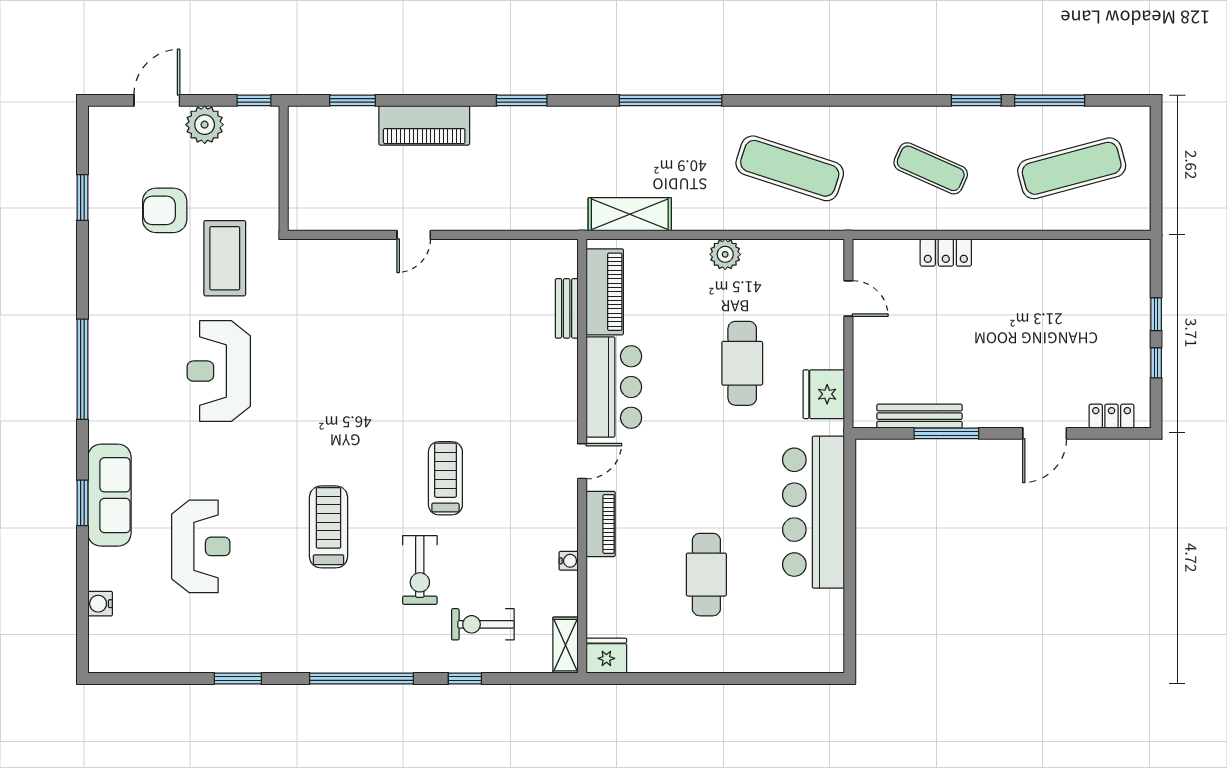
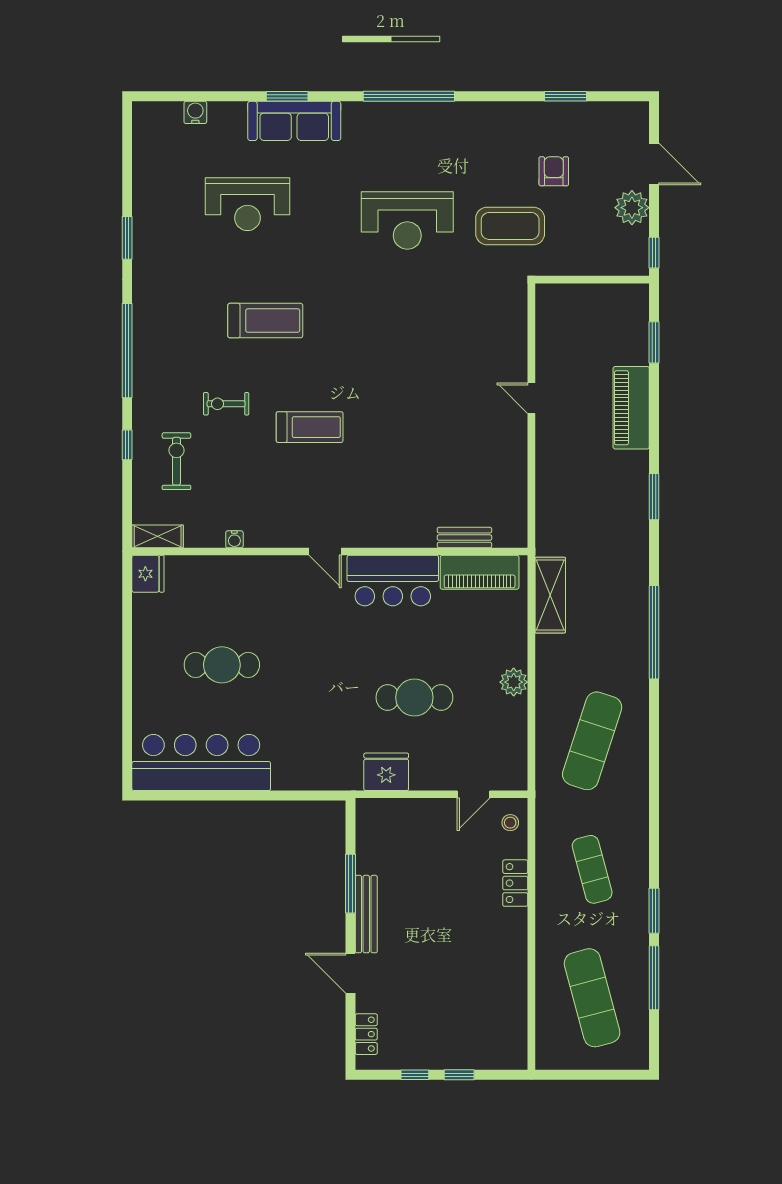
exercise mat: (931, 168) -> (592, 869), turned -39
armchair: (165, 210) -> (554, 171), width x0.72, depth x0.72
stool: (879, 258) -> (510, 823), added
reception desk: (219, 371) -> (407, 221), turned 180
bench: (919, 416) -> (366, 914), moved
bar counter: (814, 512) -> (201, 763), moved
piano: (601, 524) -> (268, 569), removed
exercise bike: (420, 570) -> (226, 404), width x0.73, depth x0.72

